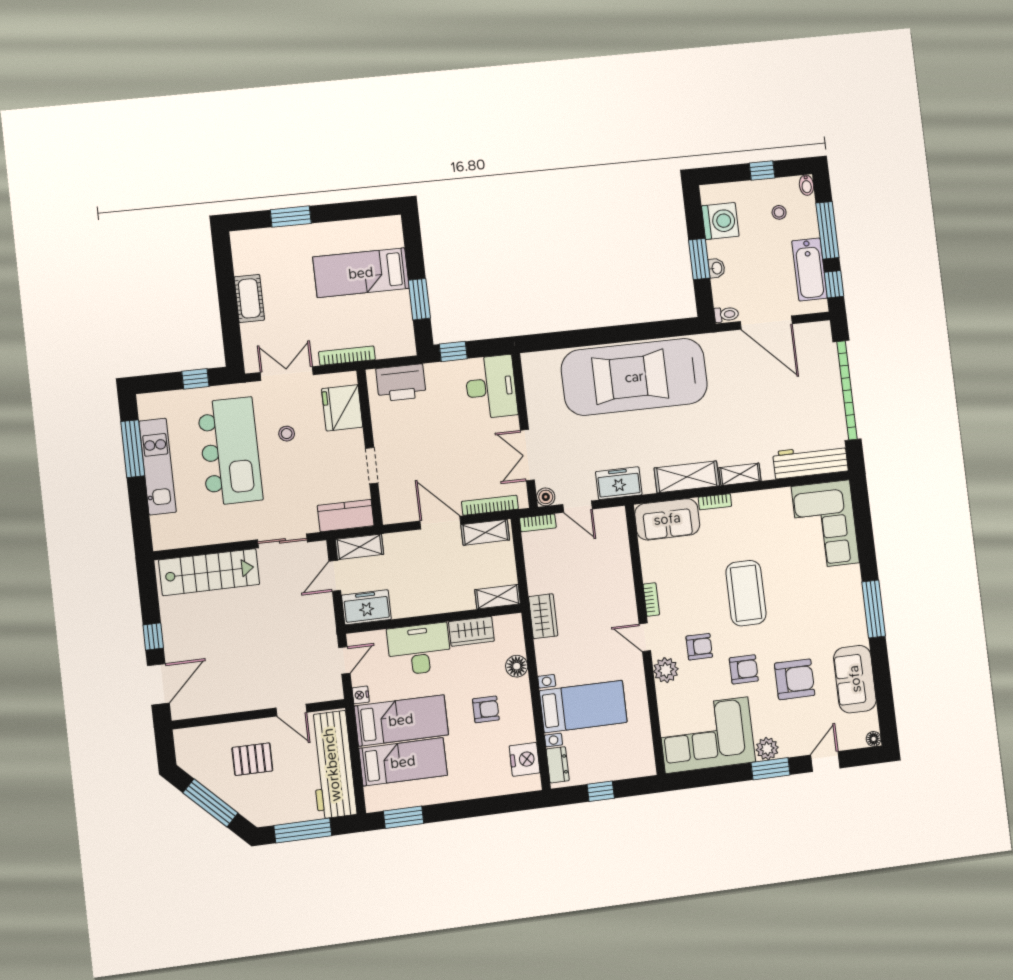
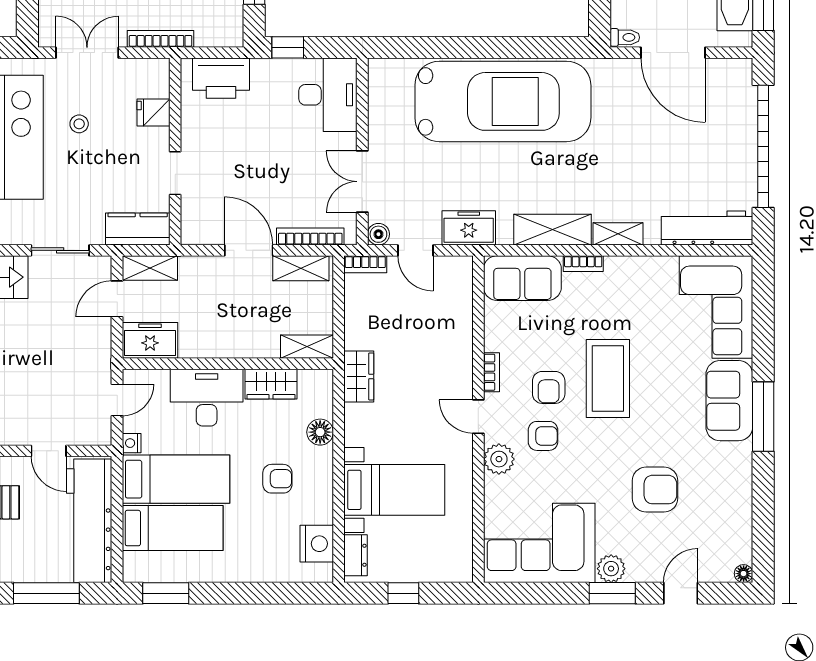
car: (634, 377) -> (503, 101), turned 180
fridge: (342, 408) -> (153, 113), width x0.53, depth x0.75
armchair: (744, 669) -> (549, 387), moved, turned 90
sofa: (855, 679) -> (729, 401), moved

